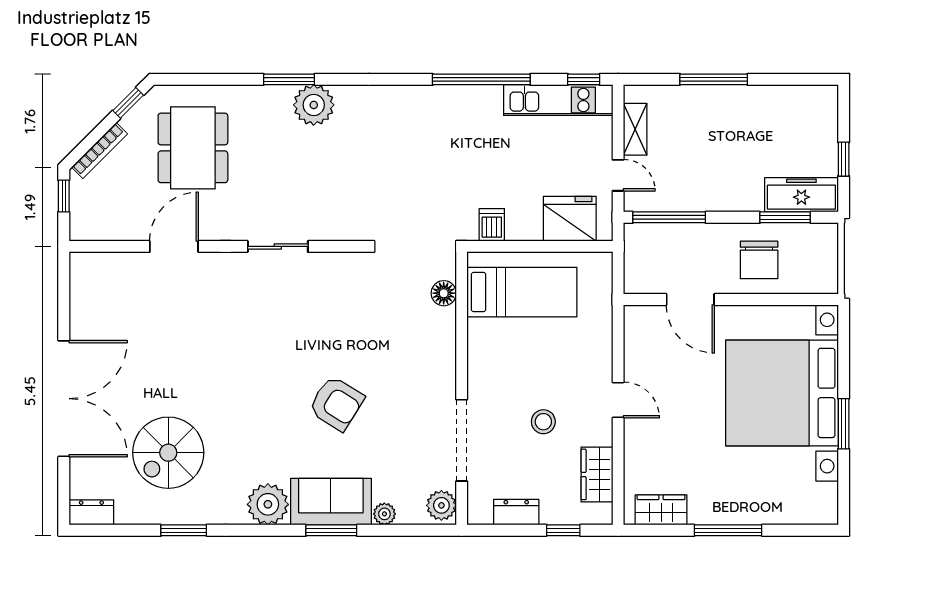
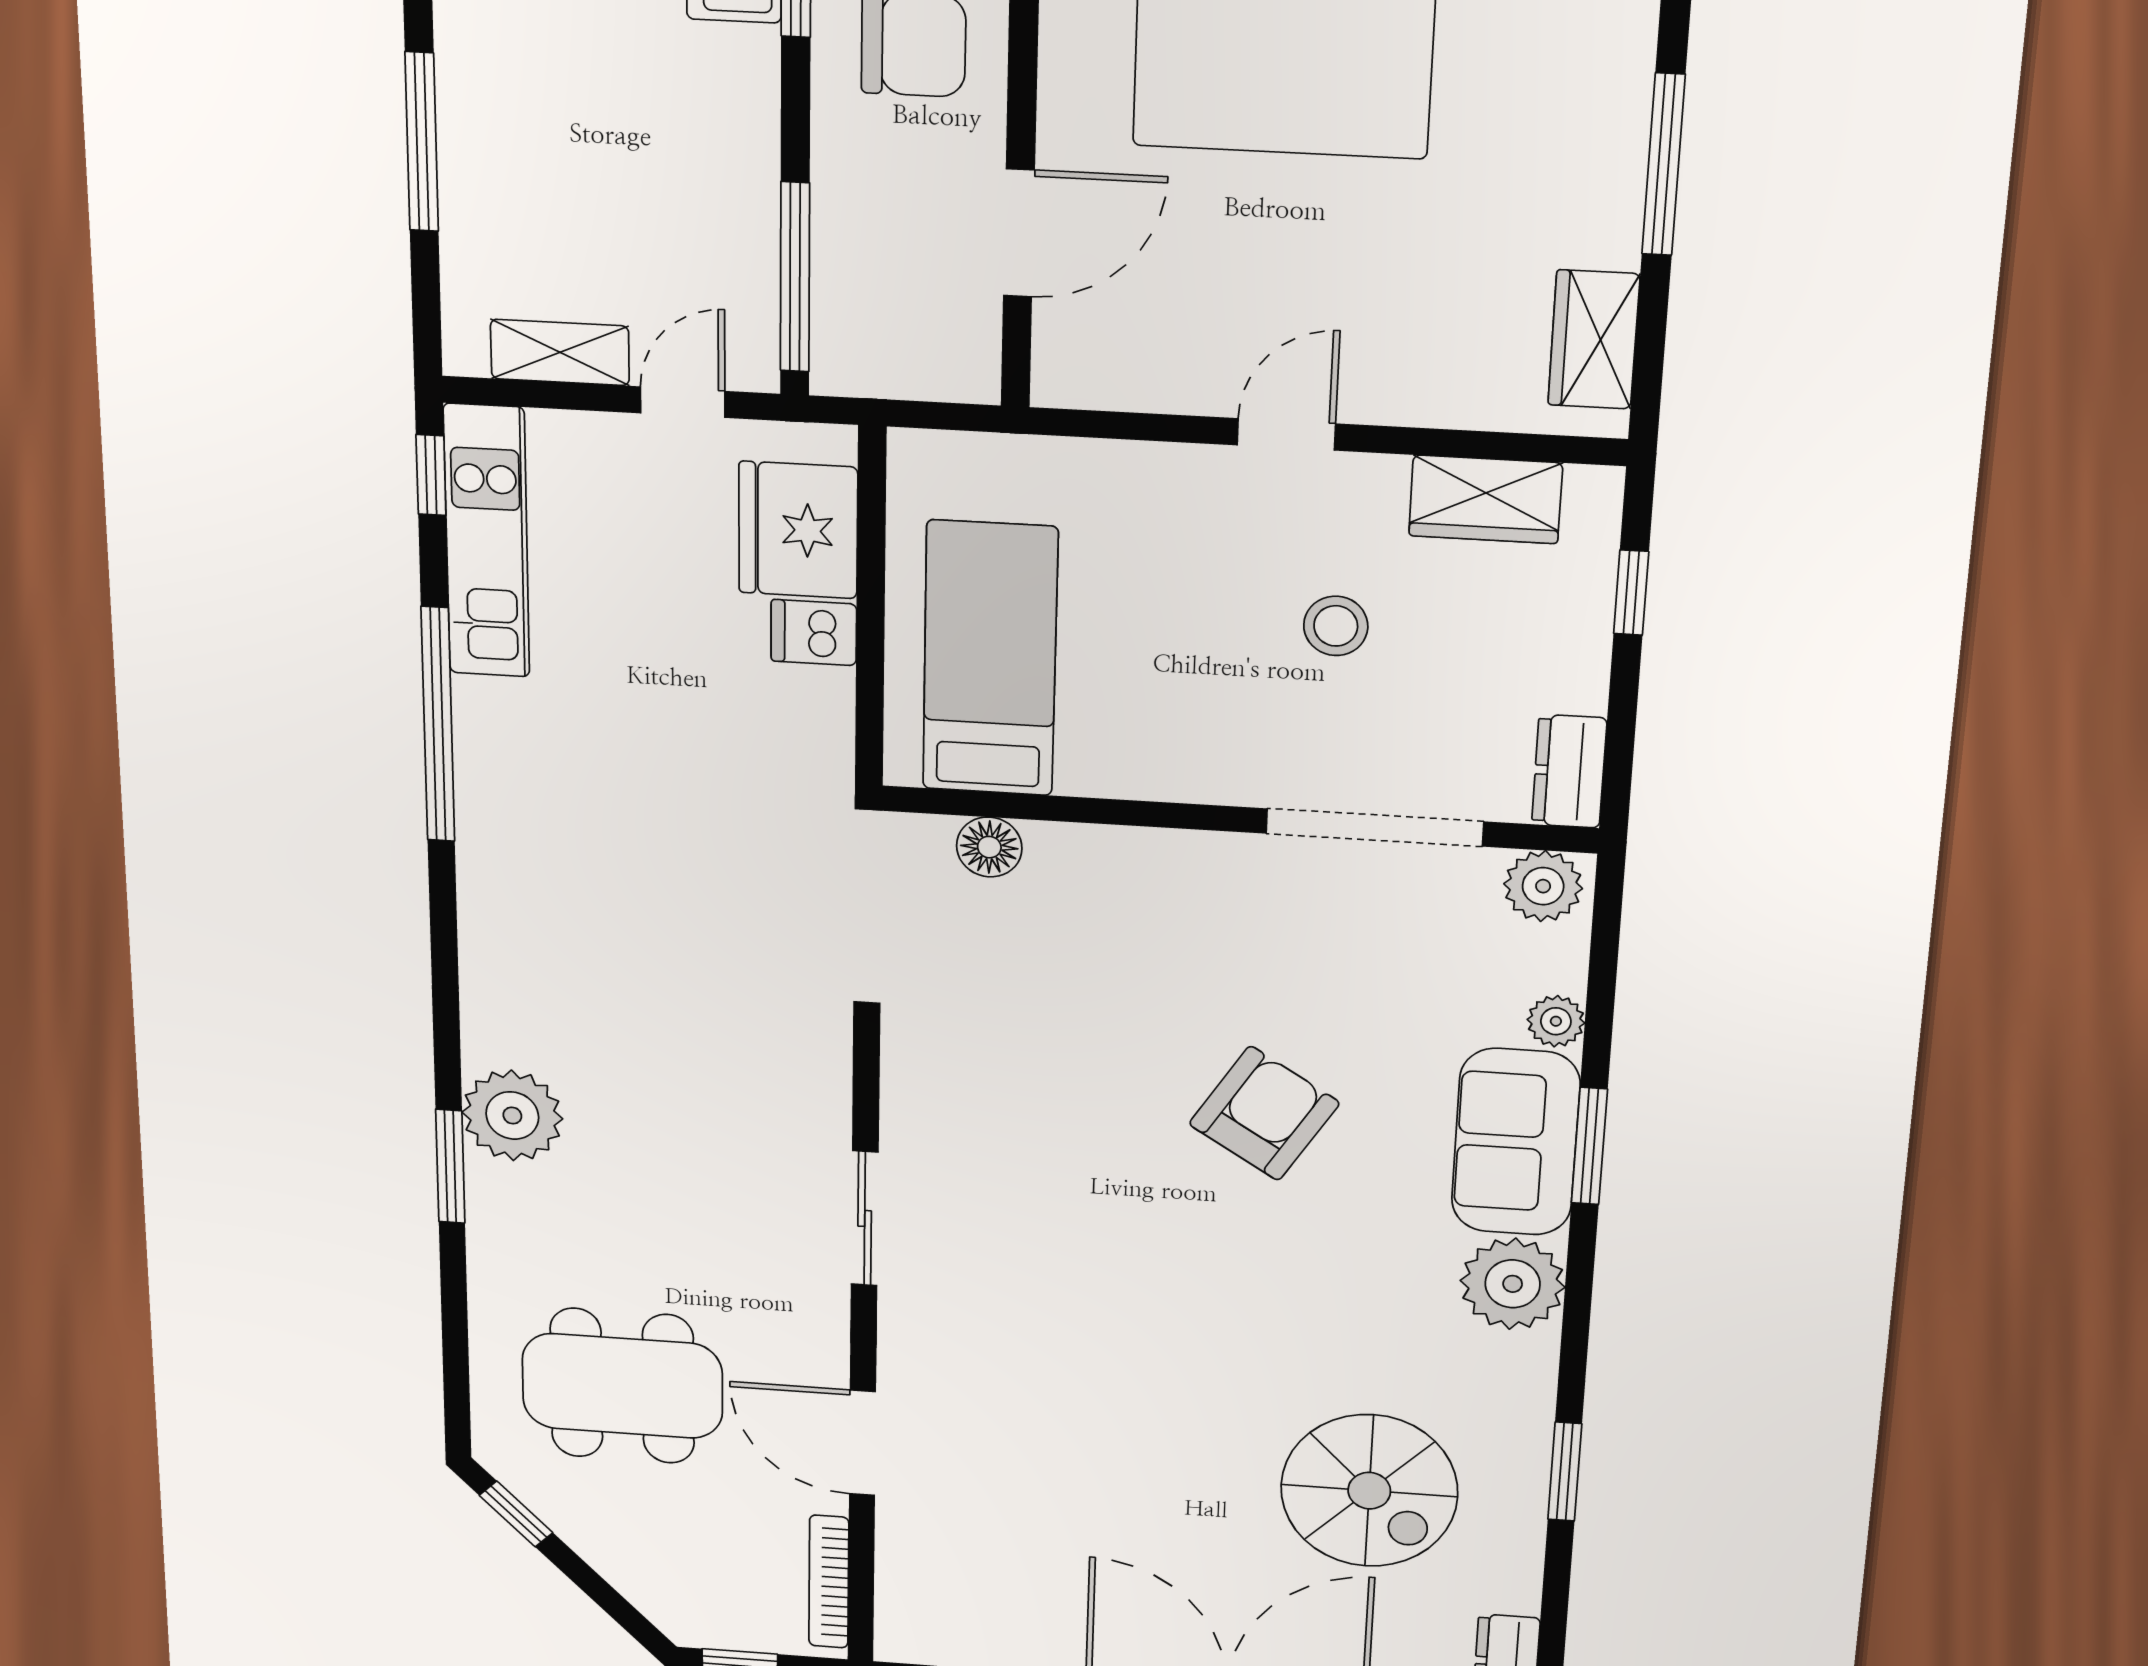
bookcase: (99, 151) -> (829, 1582), moved, turned -135
dishwasher: (492, 225) -> (814, 633), moved
dresser: (516, 512) -> (1569, 771), moved

